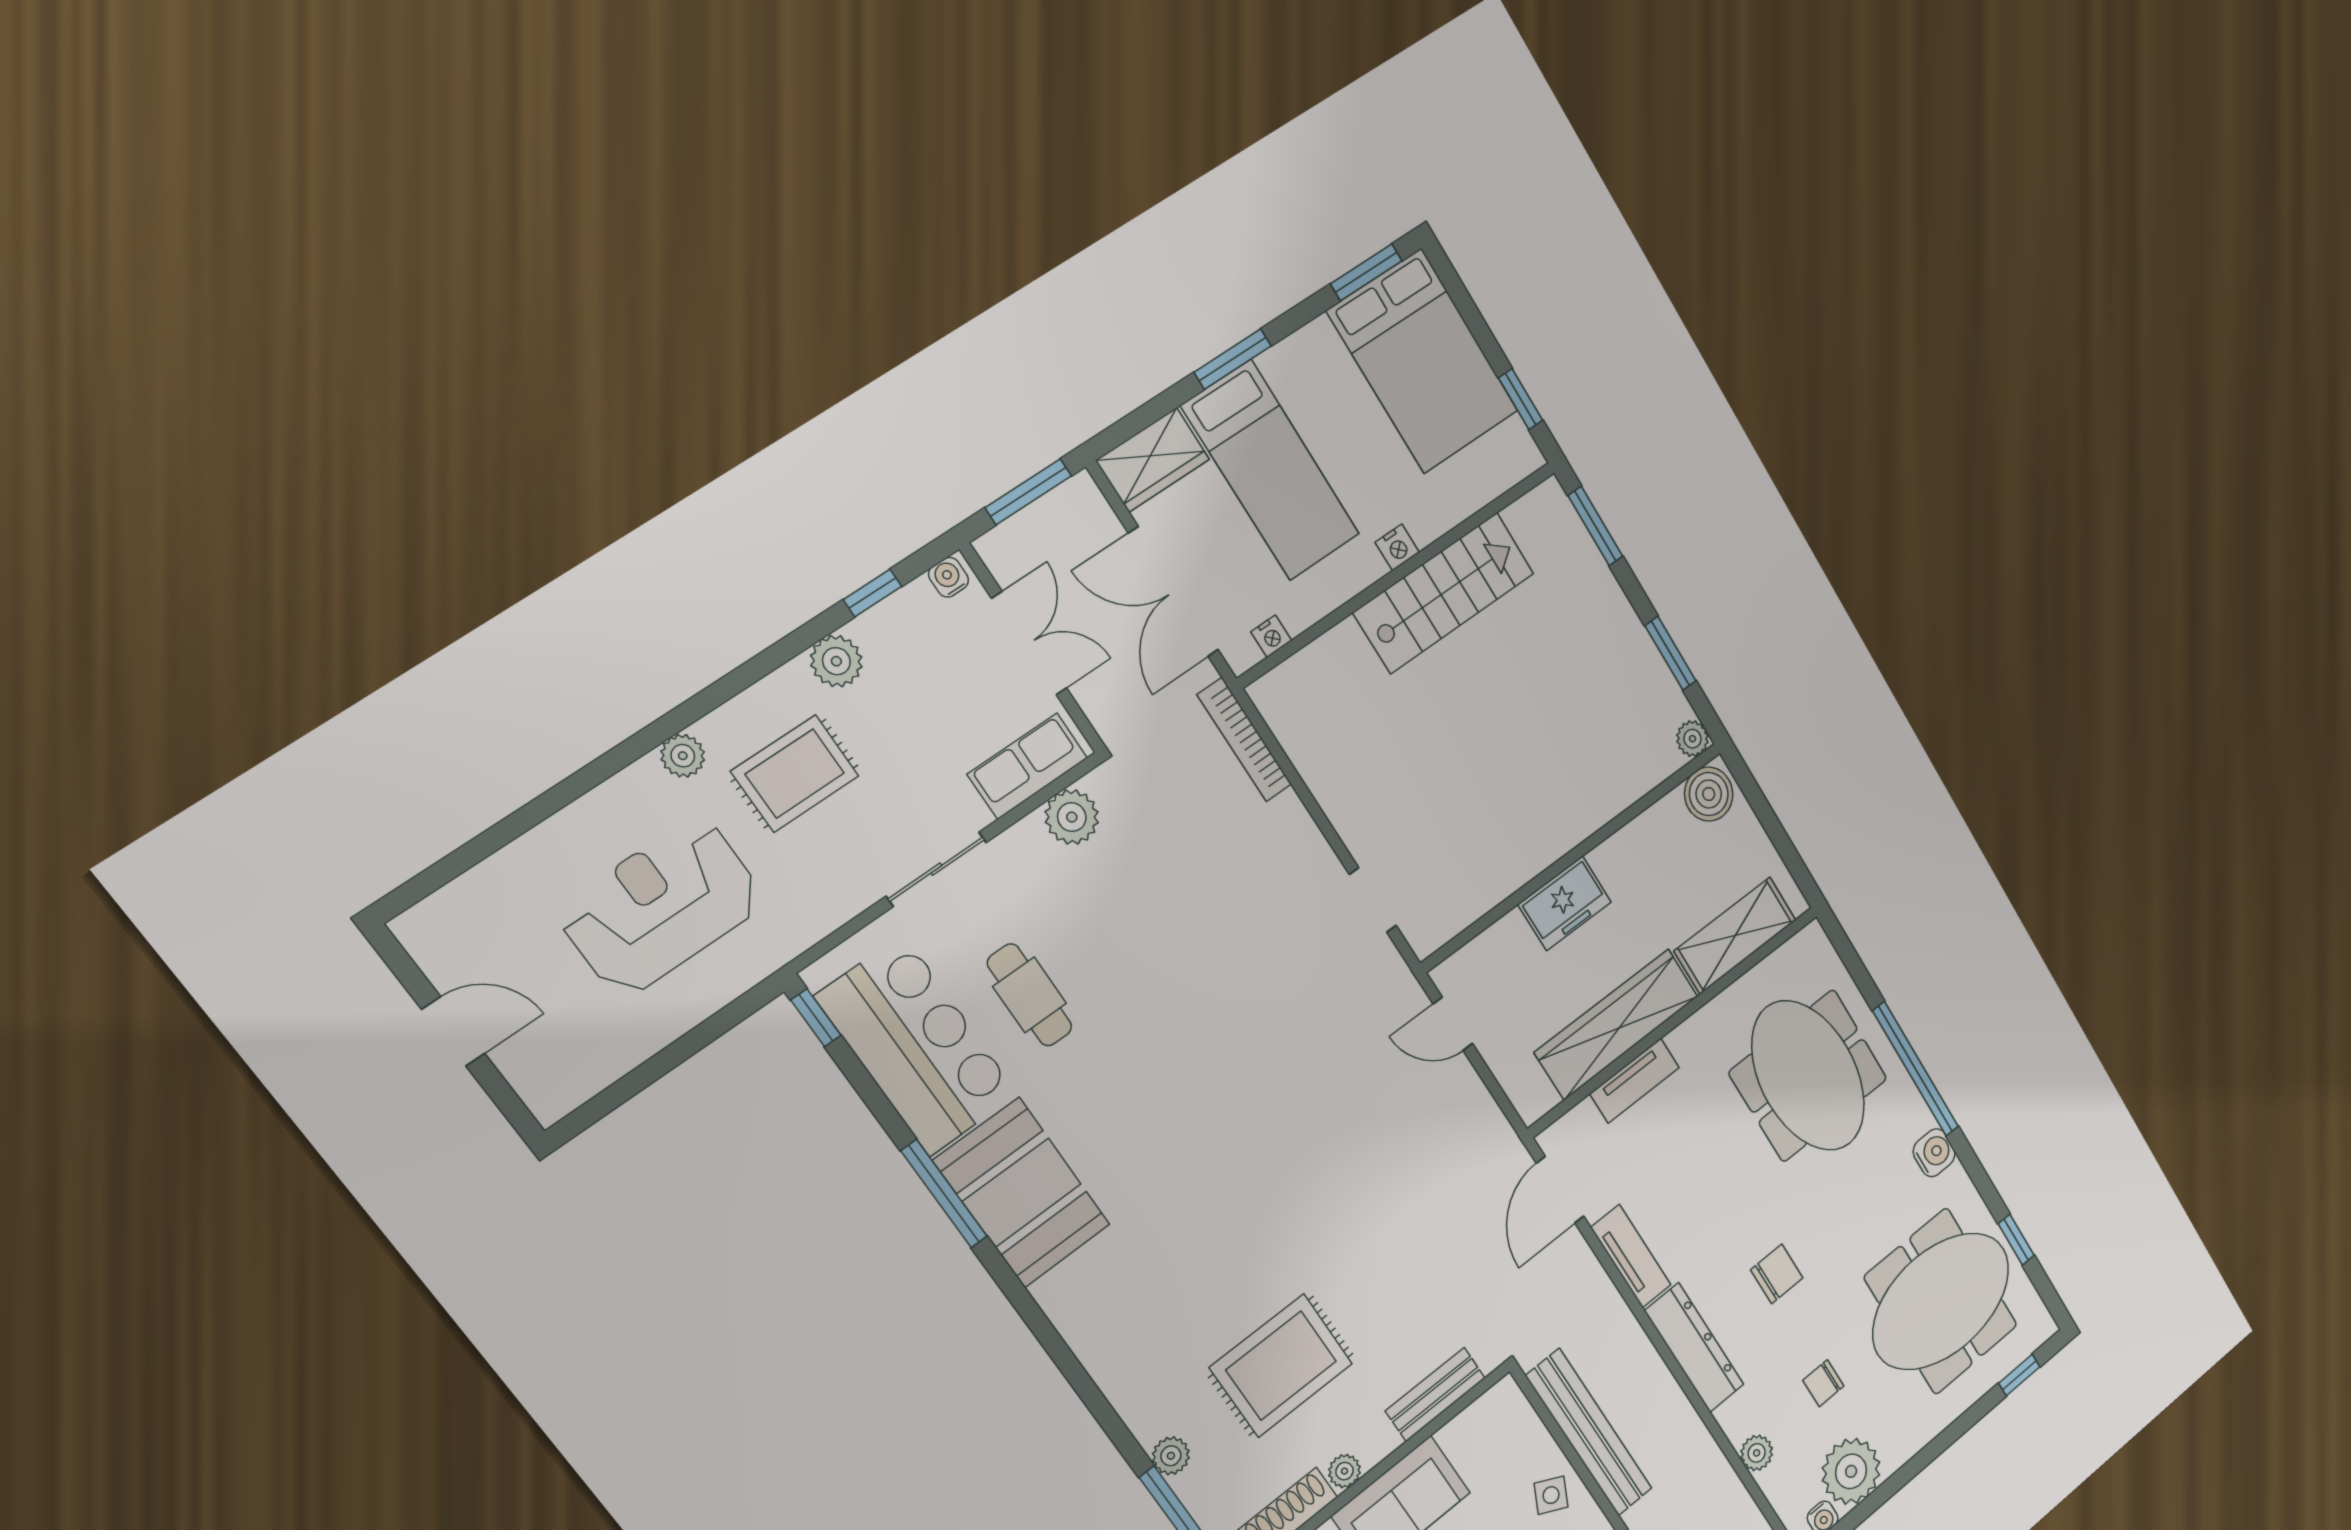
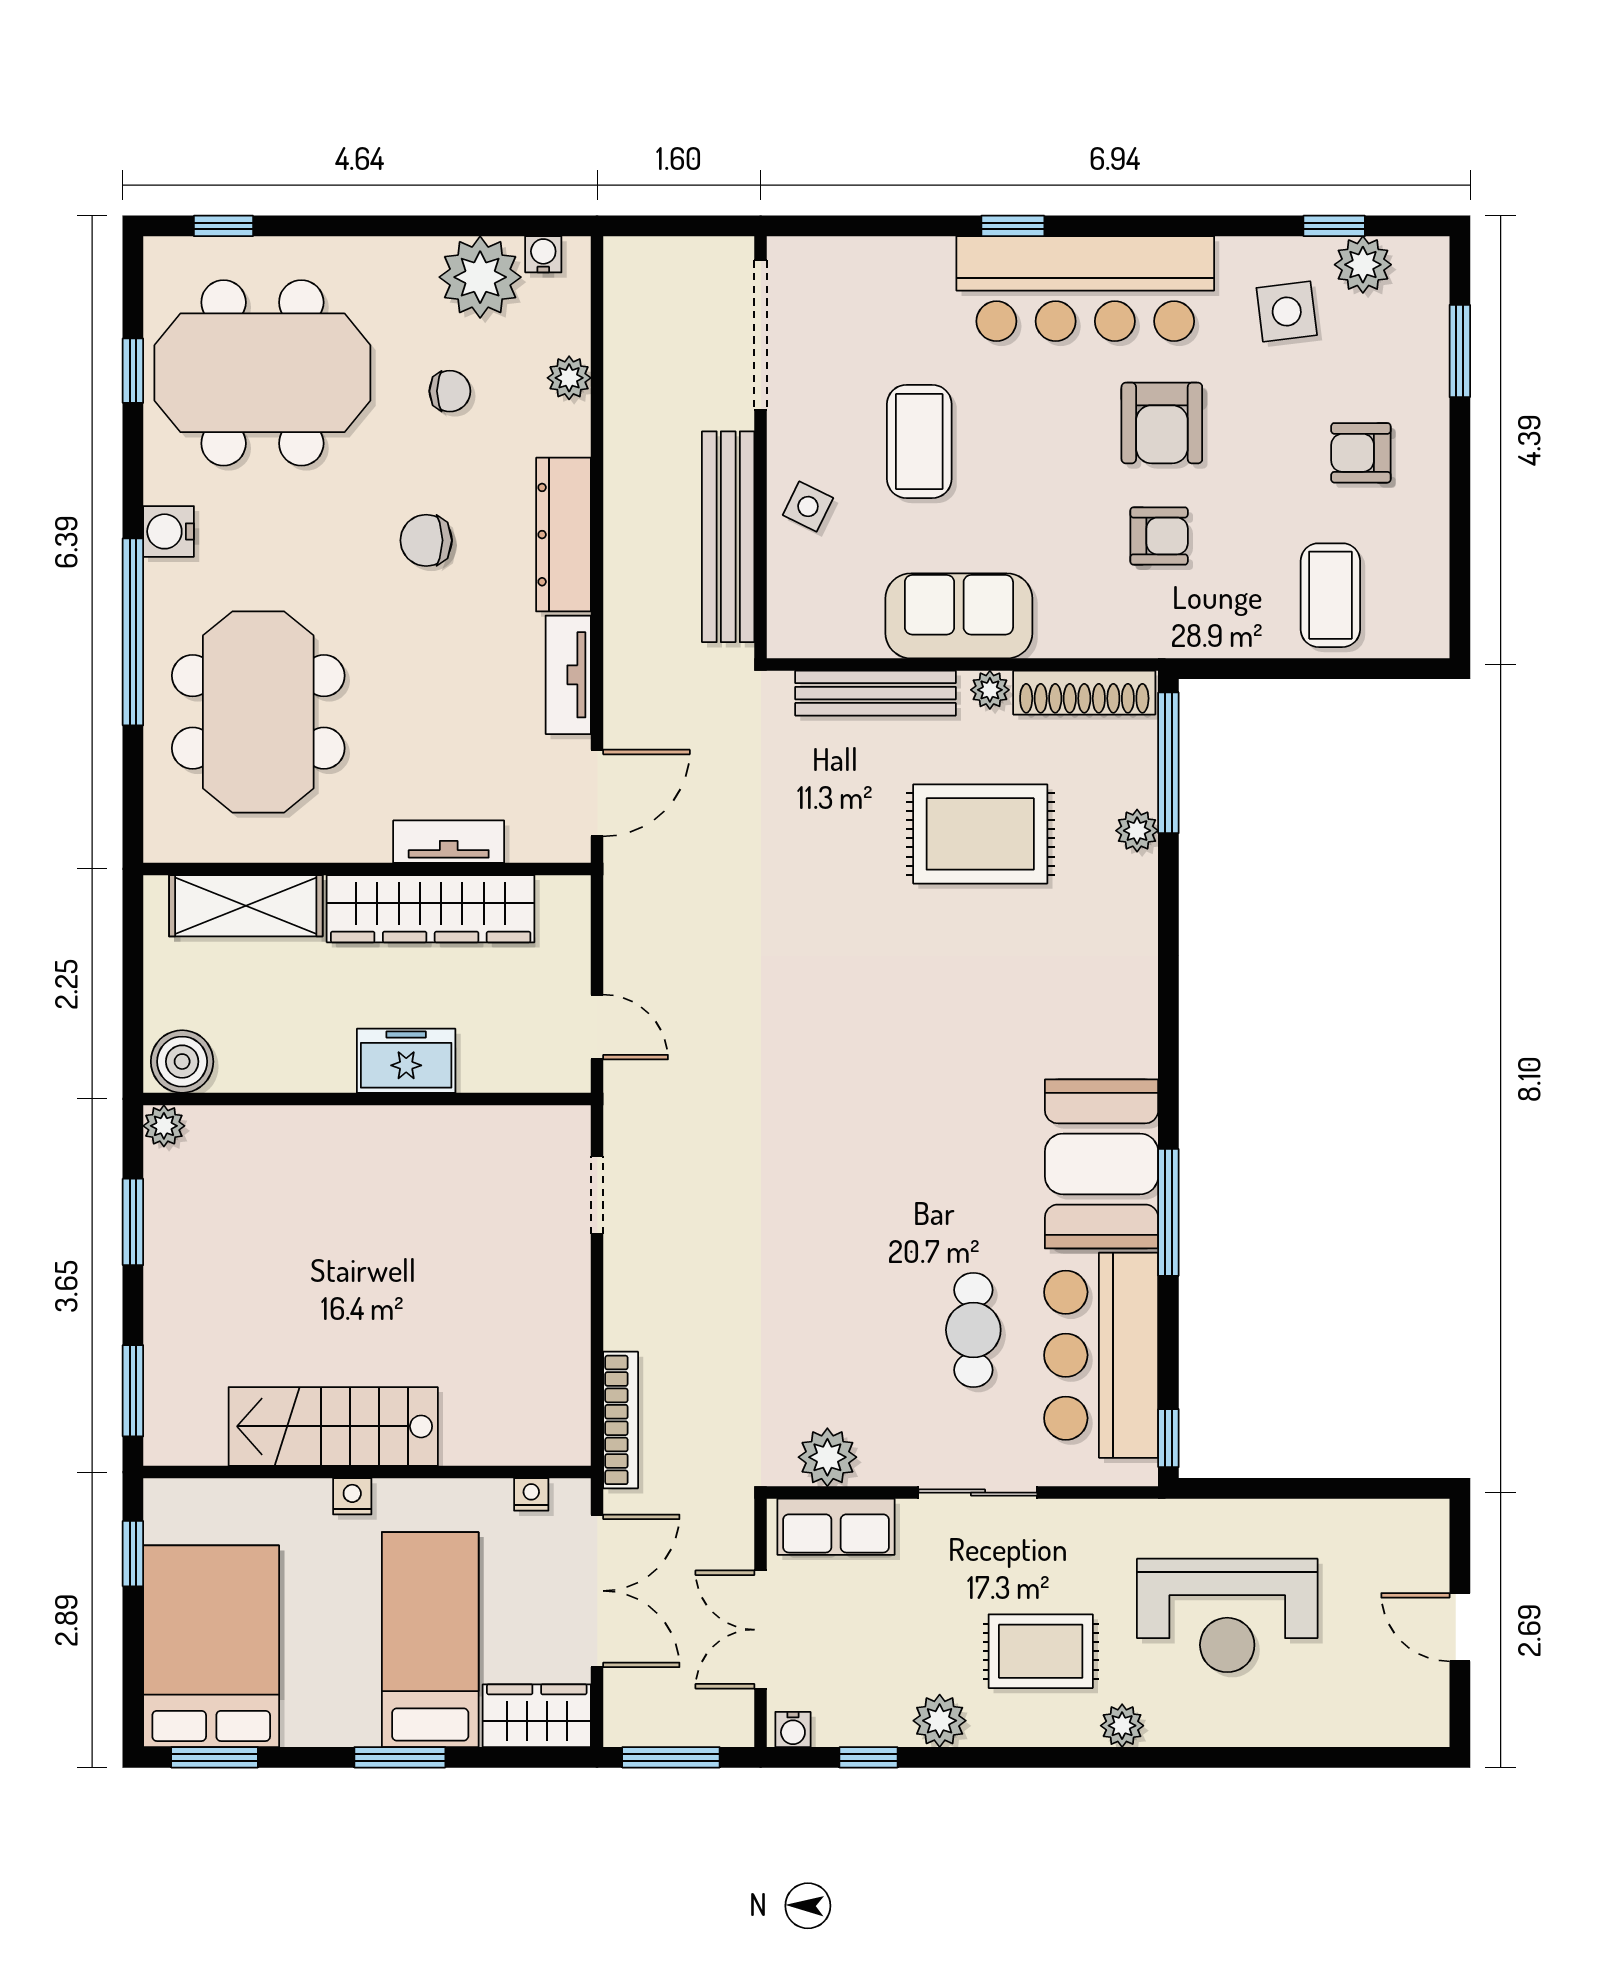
bench: (1435, 1394) -> (875, 693), width x1.36

